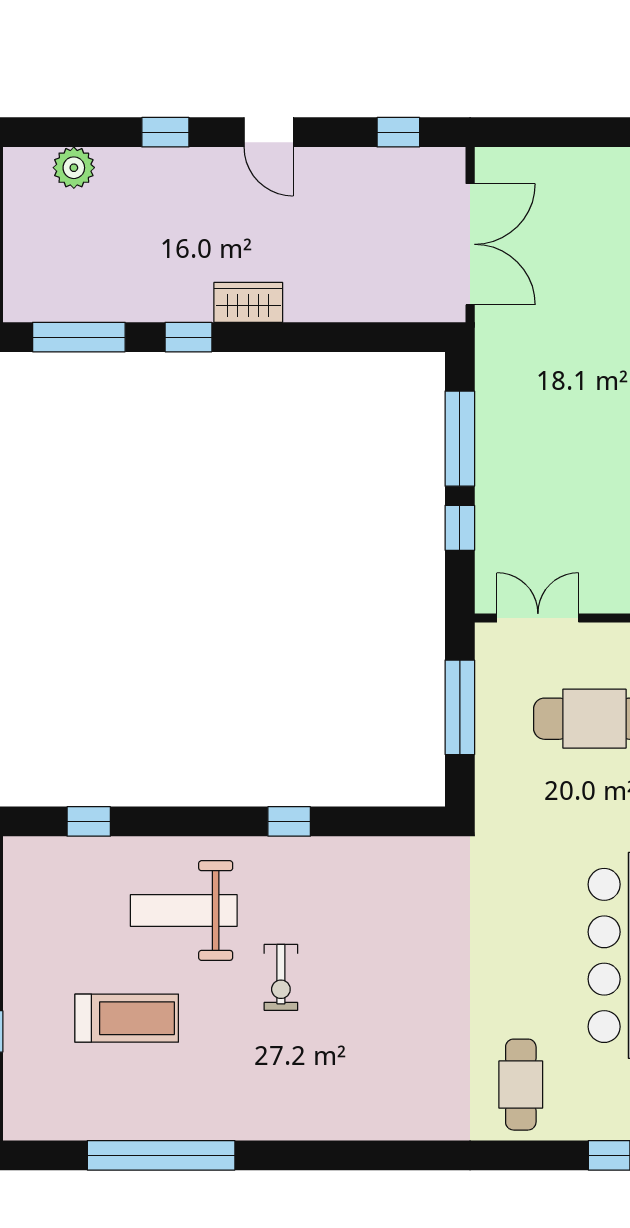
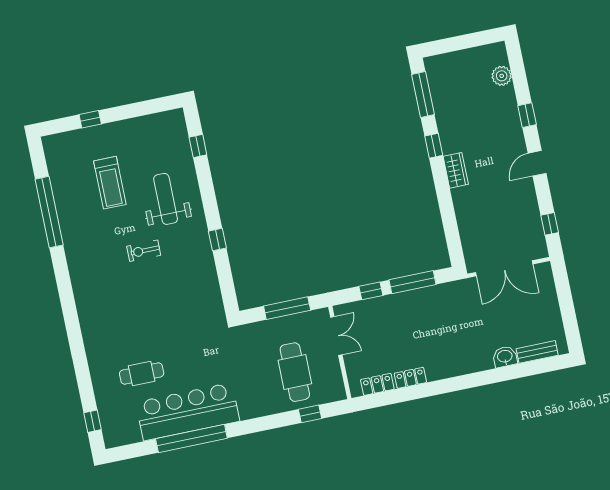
cafe table: (521, 1085) -> (142, 373), moved

